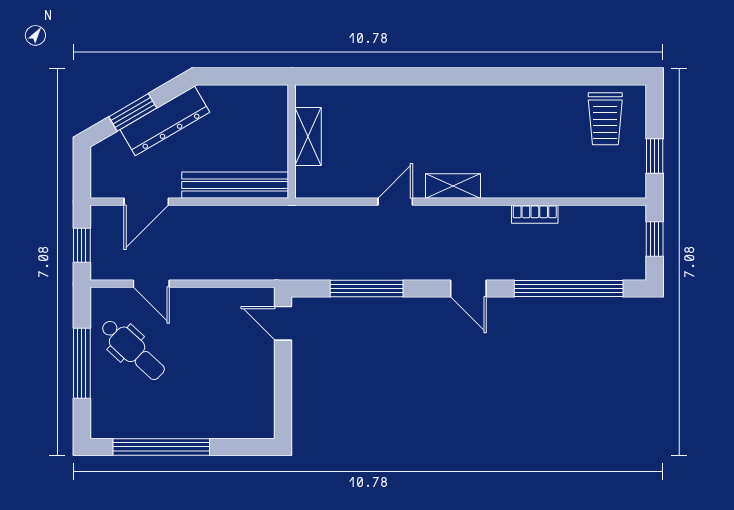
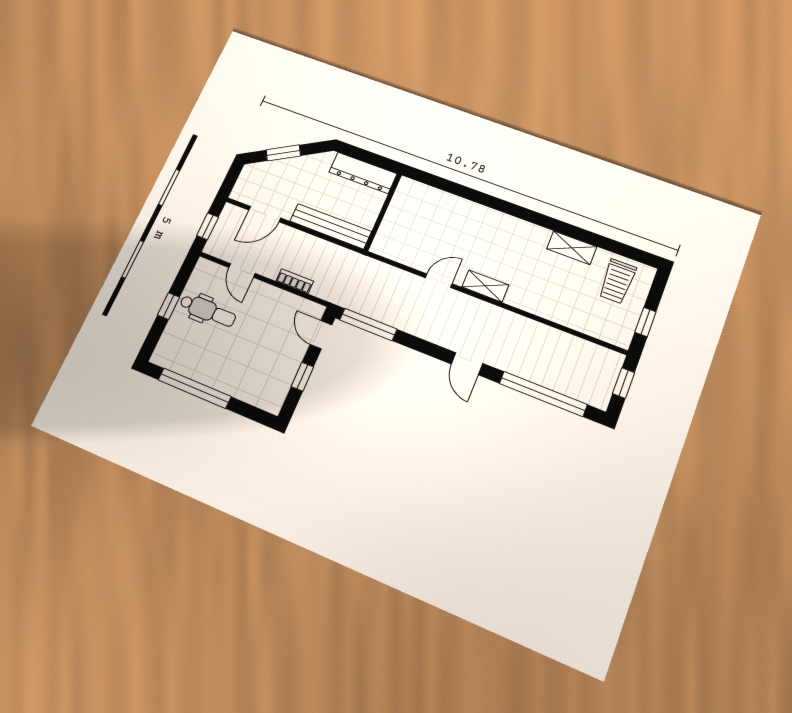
dresser: (165, 121) -> (363, 173), moved, turned 30
shelving: (308, 137) -> (572, 248), moved, turned 90
bookcase: (535, 214) -> (295, 281), moved, turned 180
window: (367, 288) -> (368, 325), moved
dental chair: (133, 349) -> (208, 311), turned -43
window: (82, 363) -> (169, 306), width x0.46
window: (283, 382) -> (302, 377), added

